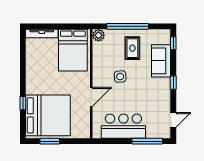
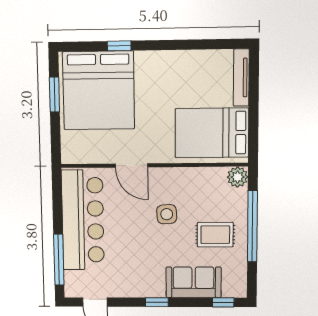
bar counter: (123, 126) -> (83, 220), width x1.36

